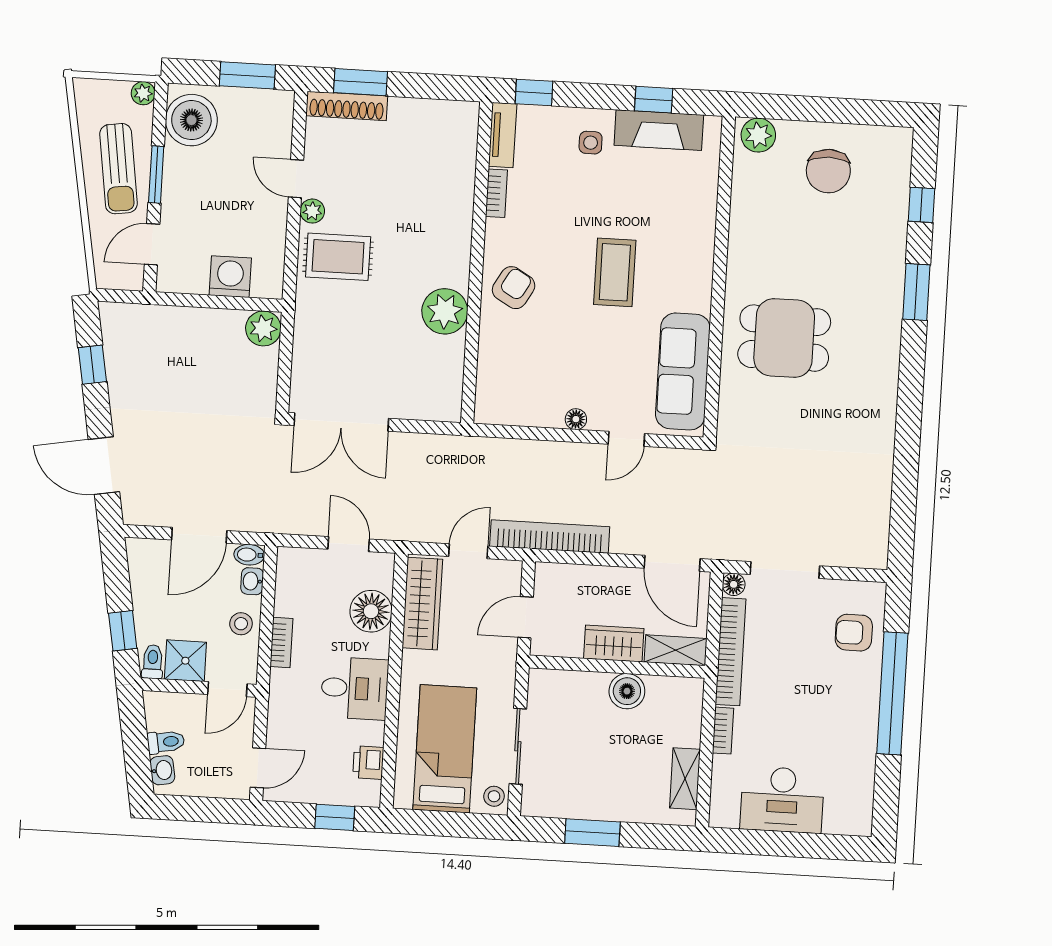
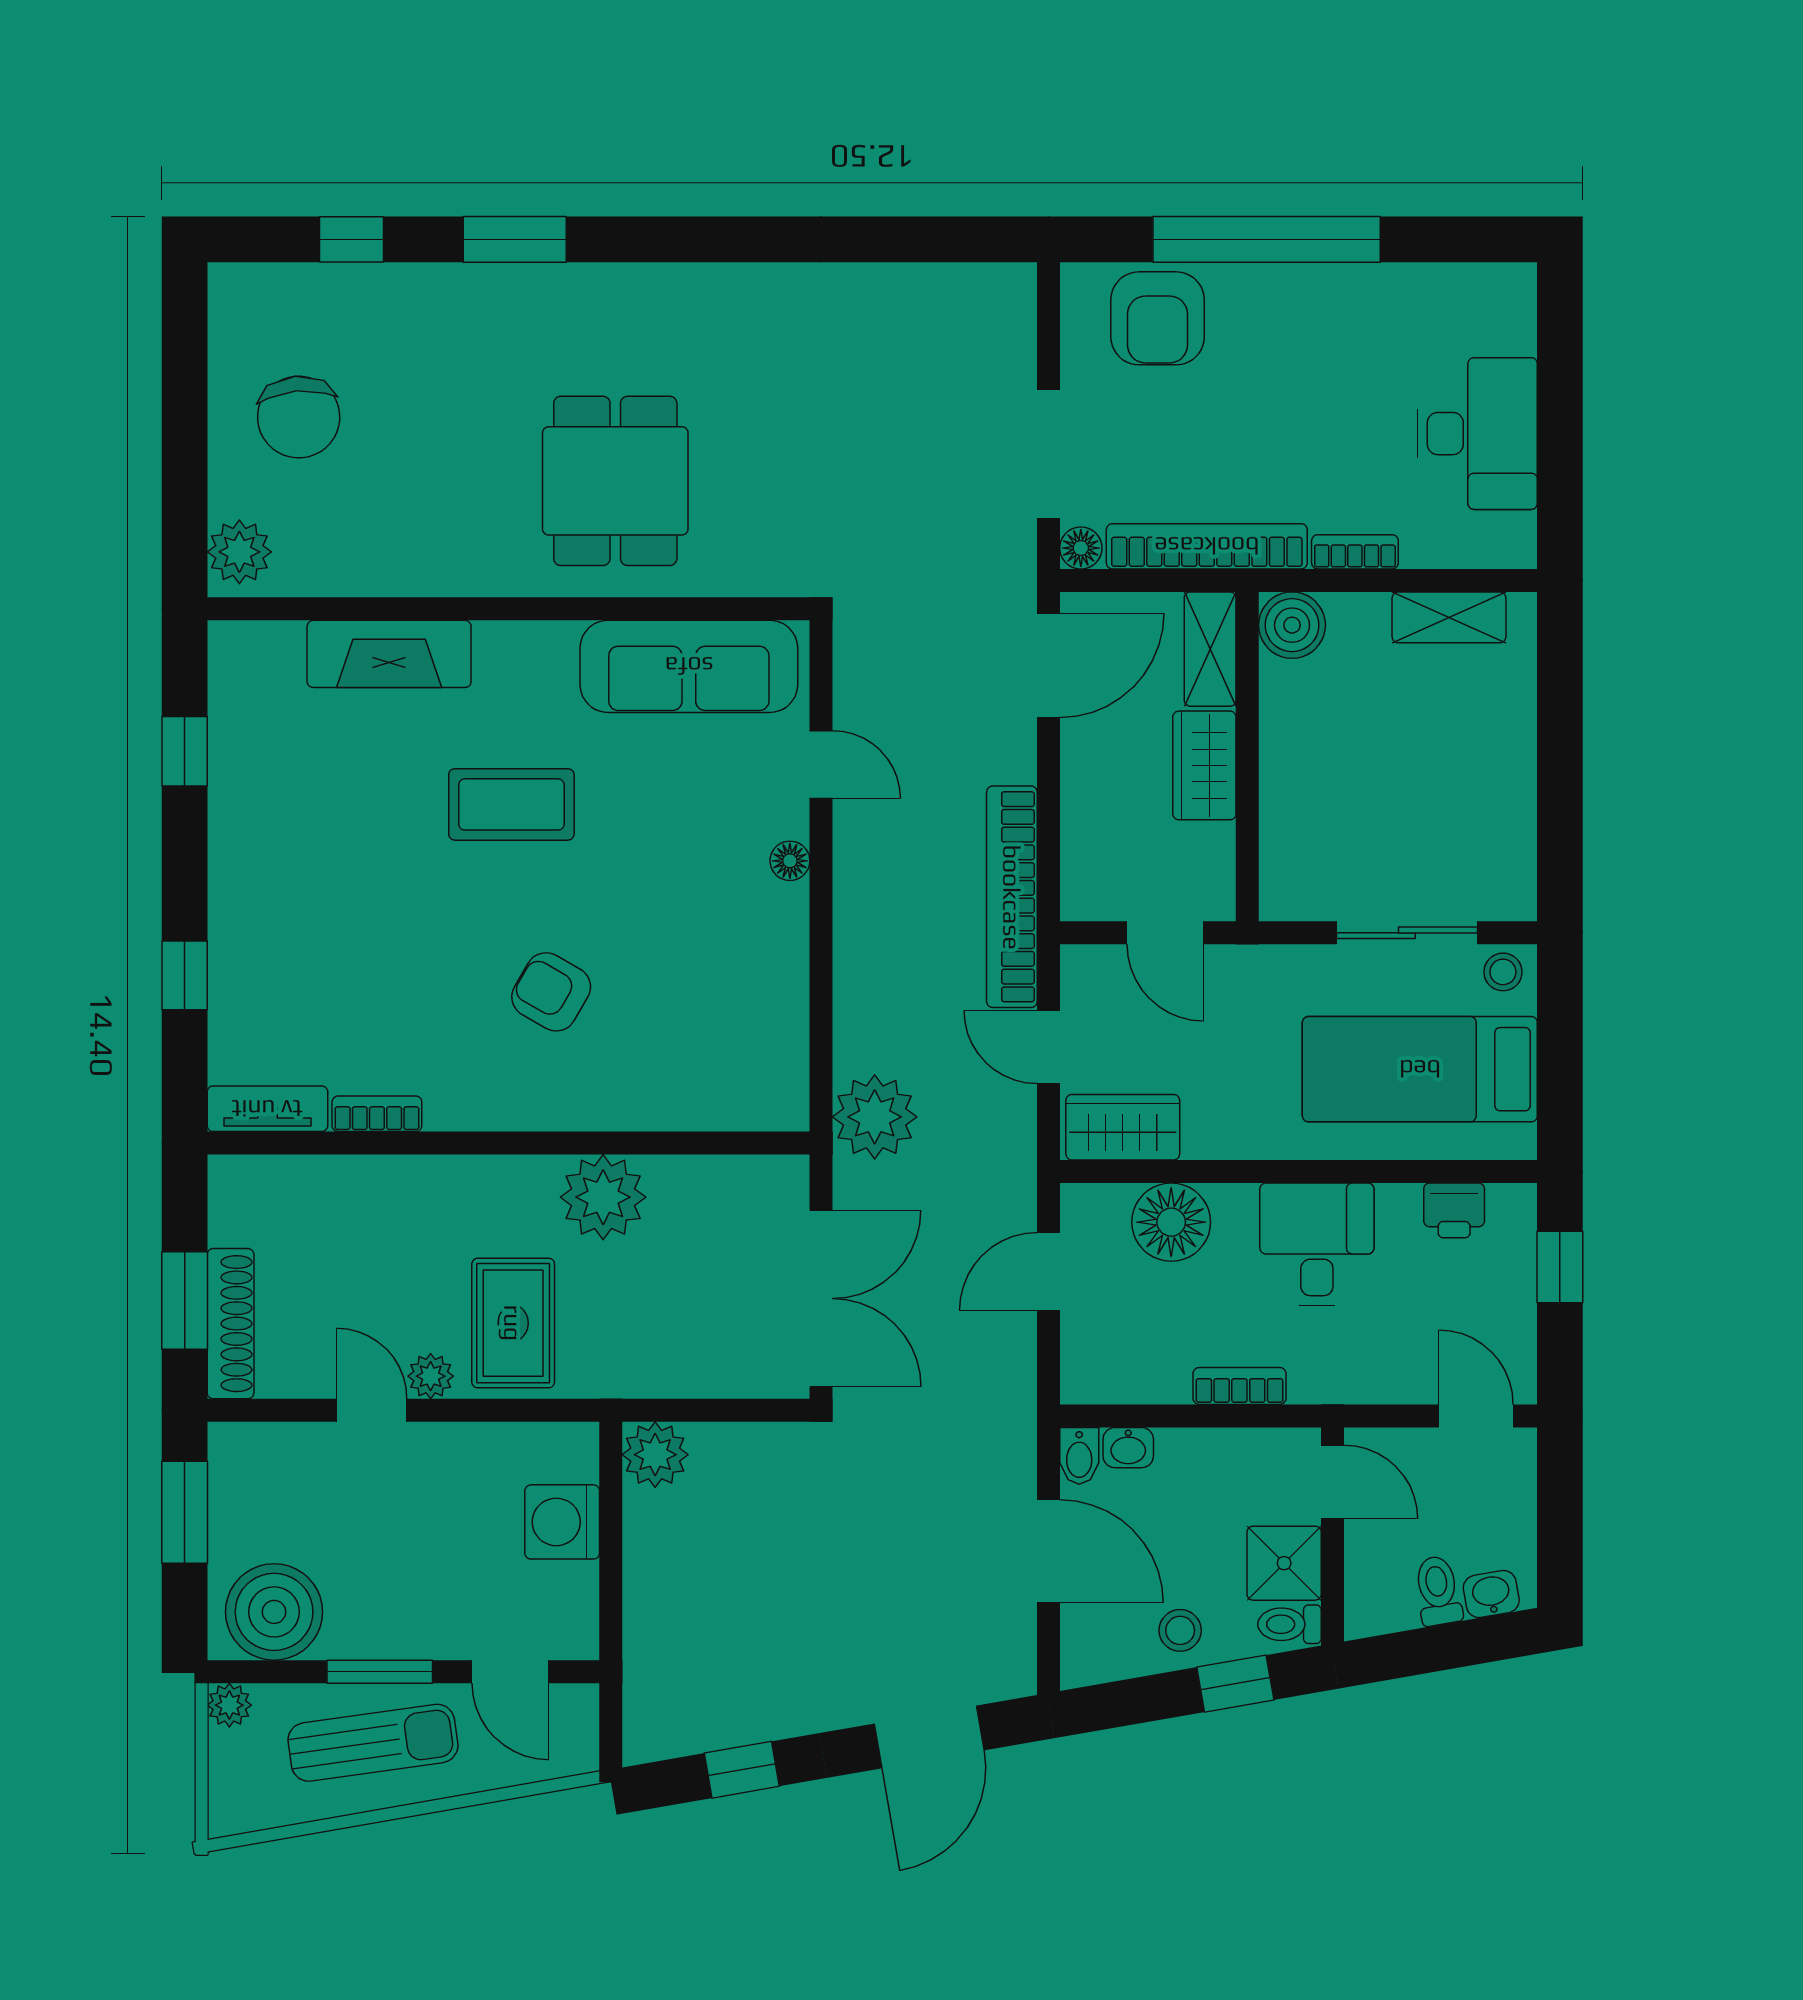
fireplace: (659, 130) -> (389, 654), moved, turned 90
tv unit: (503, 135) -> (267, 1109), moved
side table: (591, 143) -> (272, 864), removed
chair: (828, 171) -> (299, 417), turned 85
door: (296, 179) -> (372, 1410), swing flipped
bookcase: (496, 193) -> (377, 1114), moved
wall: (477, 263) -> (509, 1143), moved
plant: (445, 311) -> (603, 1197), moved
plant: (437, 456) -> (875, 1117), added
wardrobe: (422, 604) -> (1123, 1127), width x0.67
stool: (241, 624) -> (1180, 1630), moved
armchair: (854, 633) -> (1158, 318), width x1.38, depth x1.38
boiler: (627, 691) -> (1292, 625), moved
window: (592, 833) -> (1560, 784), removed

